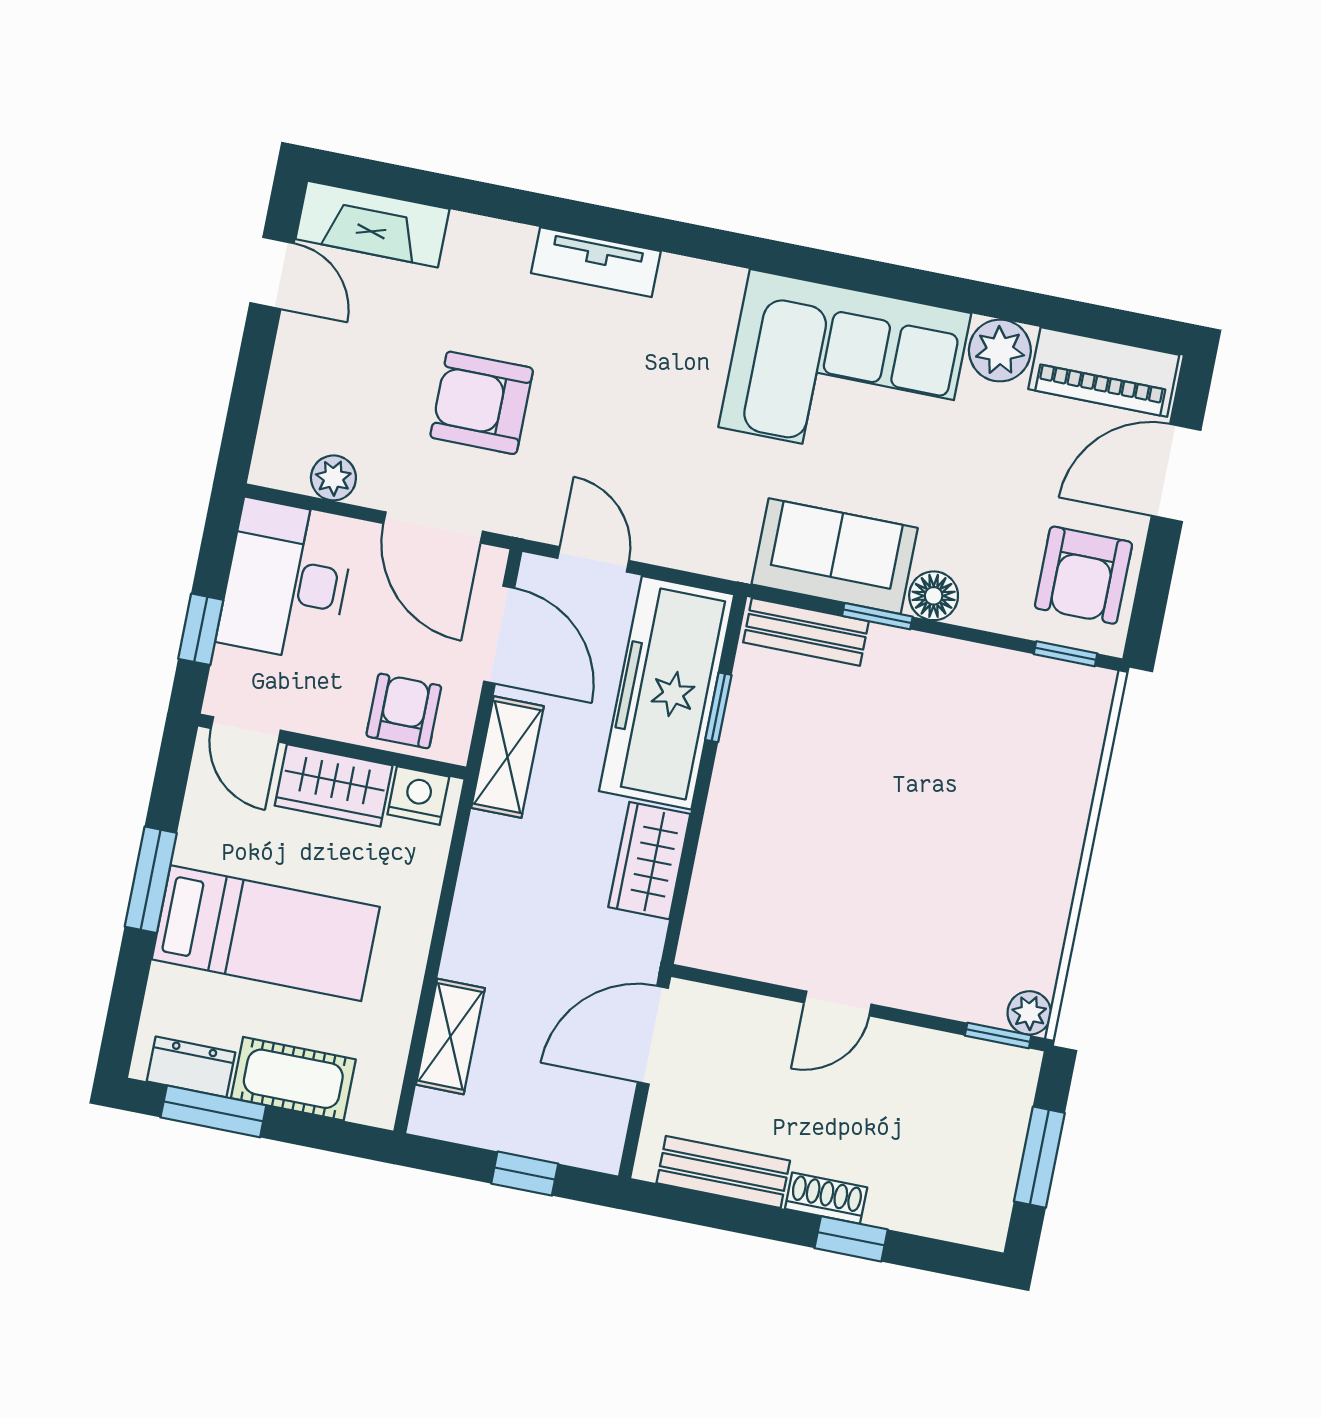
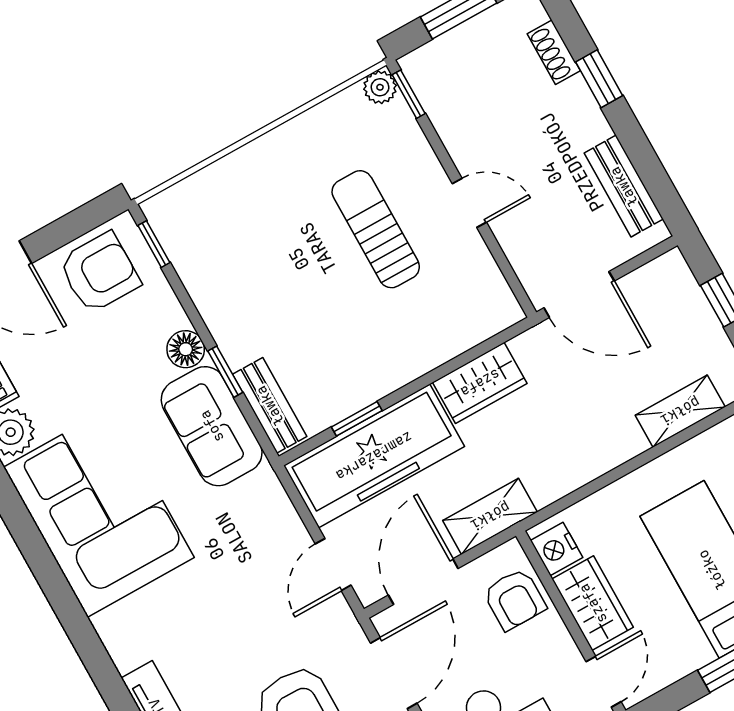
armchair: (404, 711) -> (515, 599), turned -90
sun lounger: (891, 888) -> (376, 229), added
shoe rack: (826, 1198) -> (554, 52), moved

